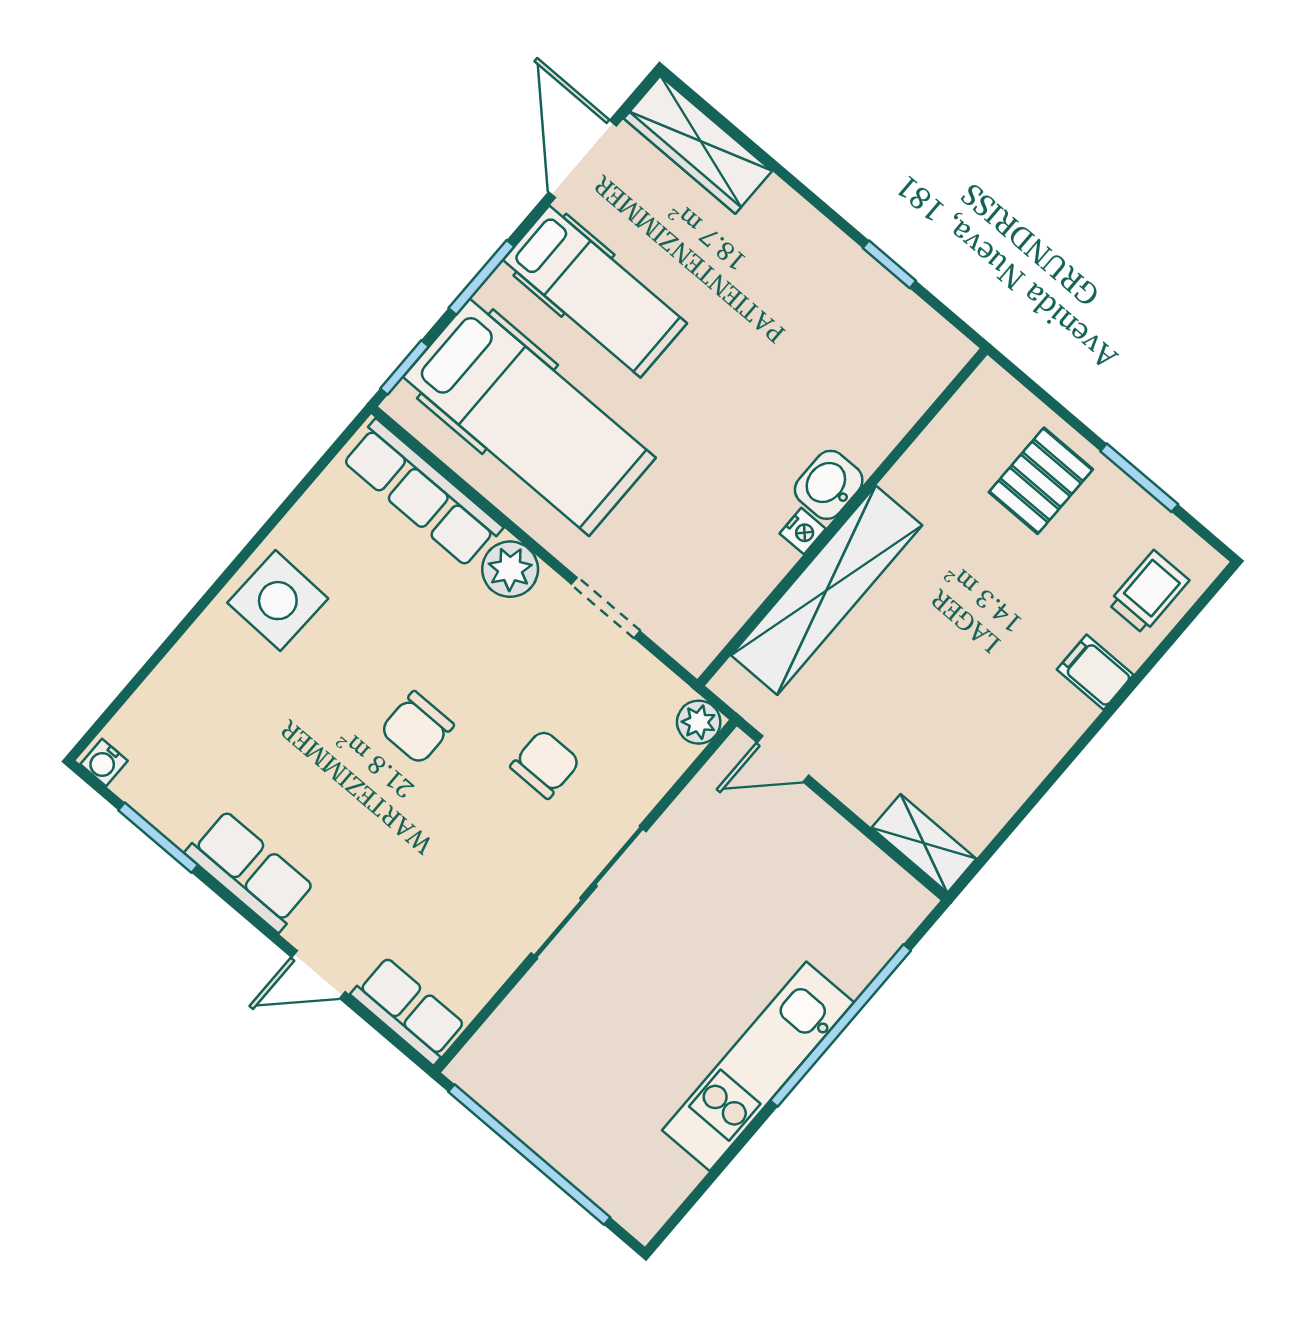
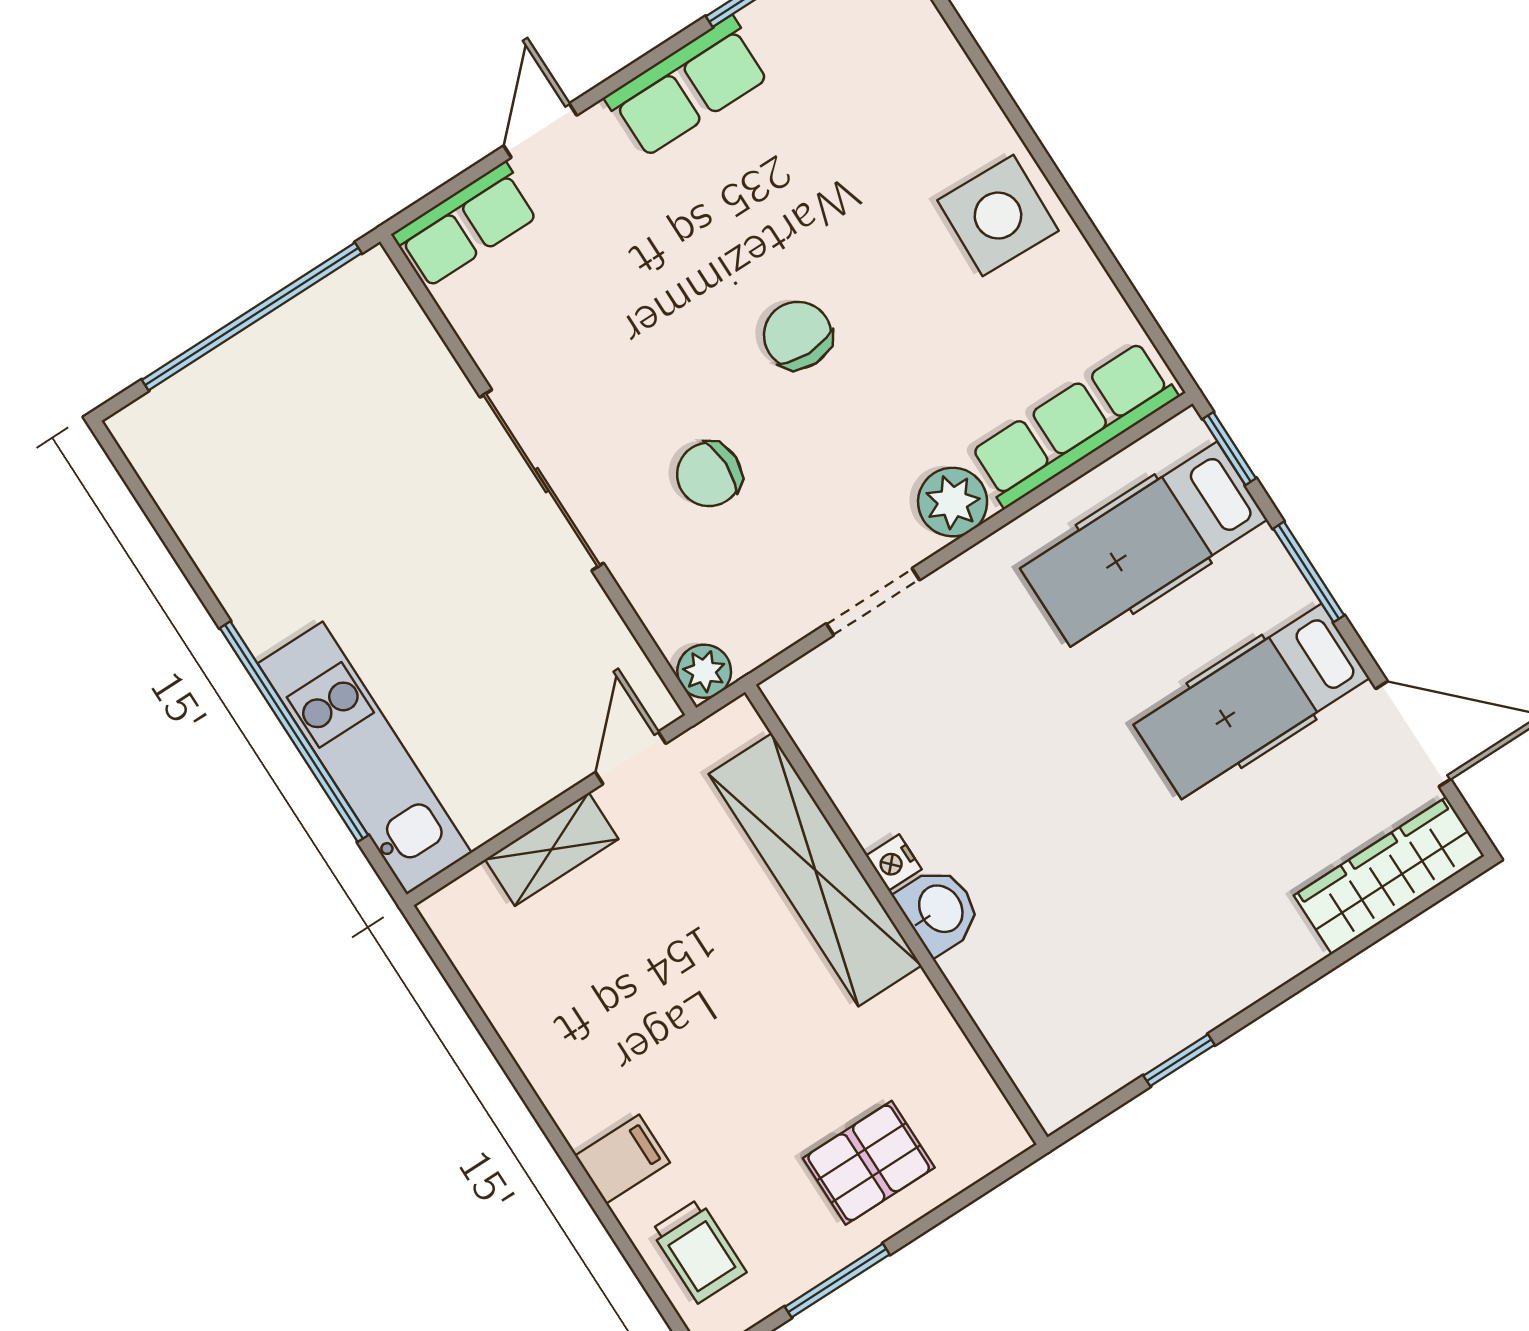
hospital bed: (529, 417) -> (1144, 544), width x0.73, depth x0.78
pallet: (1041, 481) -> (869, 1163), turned 90
chair: (545, 764) -> (709, 474), turned 90
shelving: (924, 843) -> (552, 849), moved
kitchen unit: (758, 1066) -> (365, 758), moved

